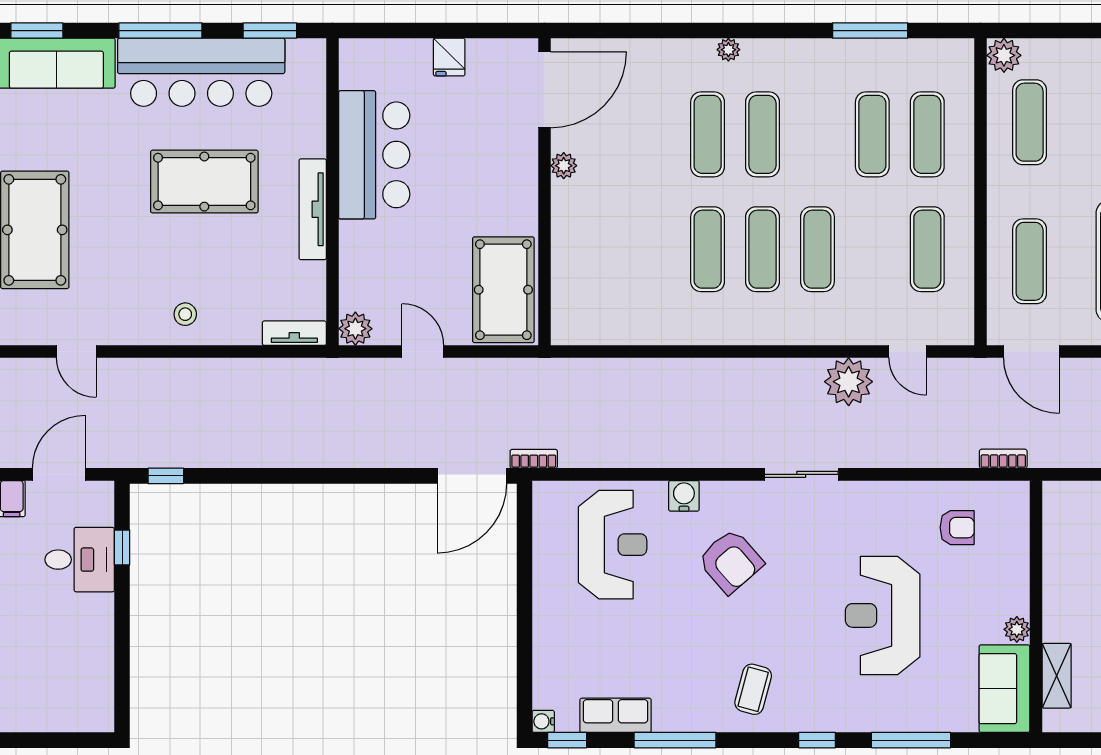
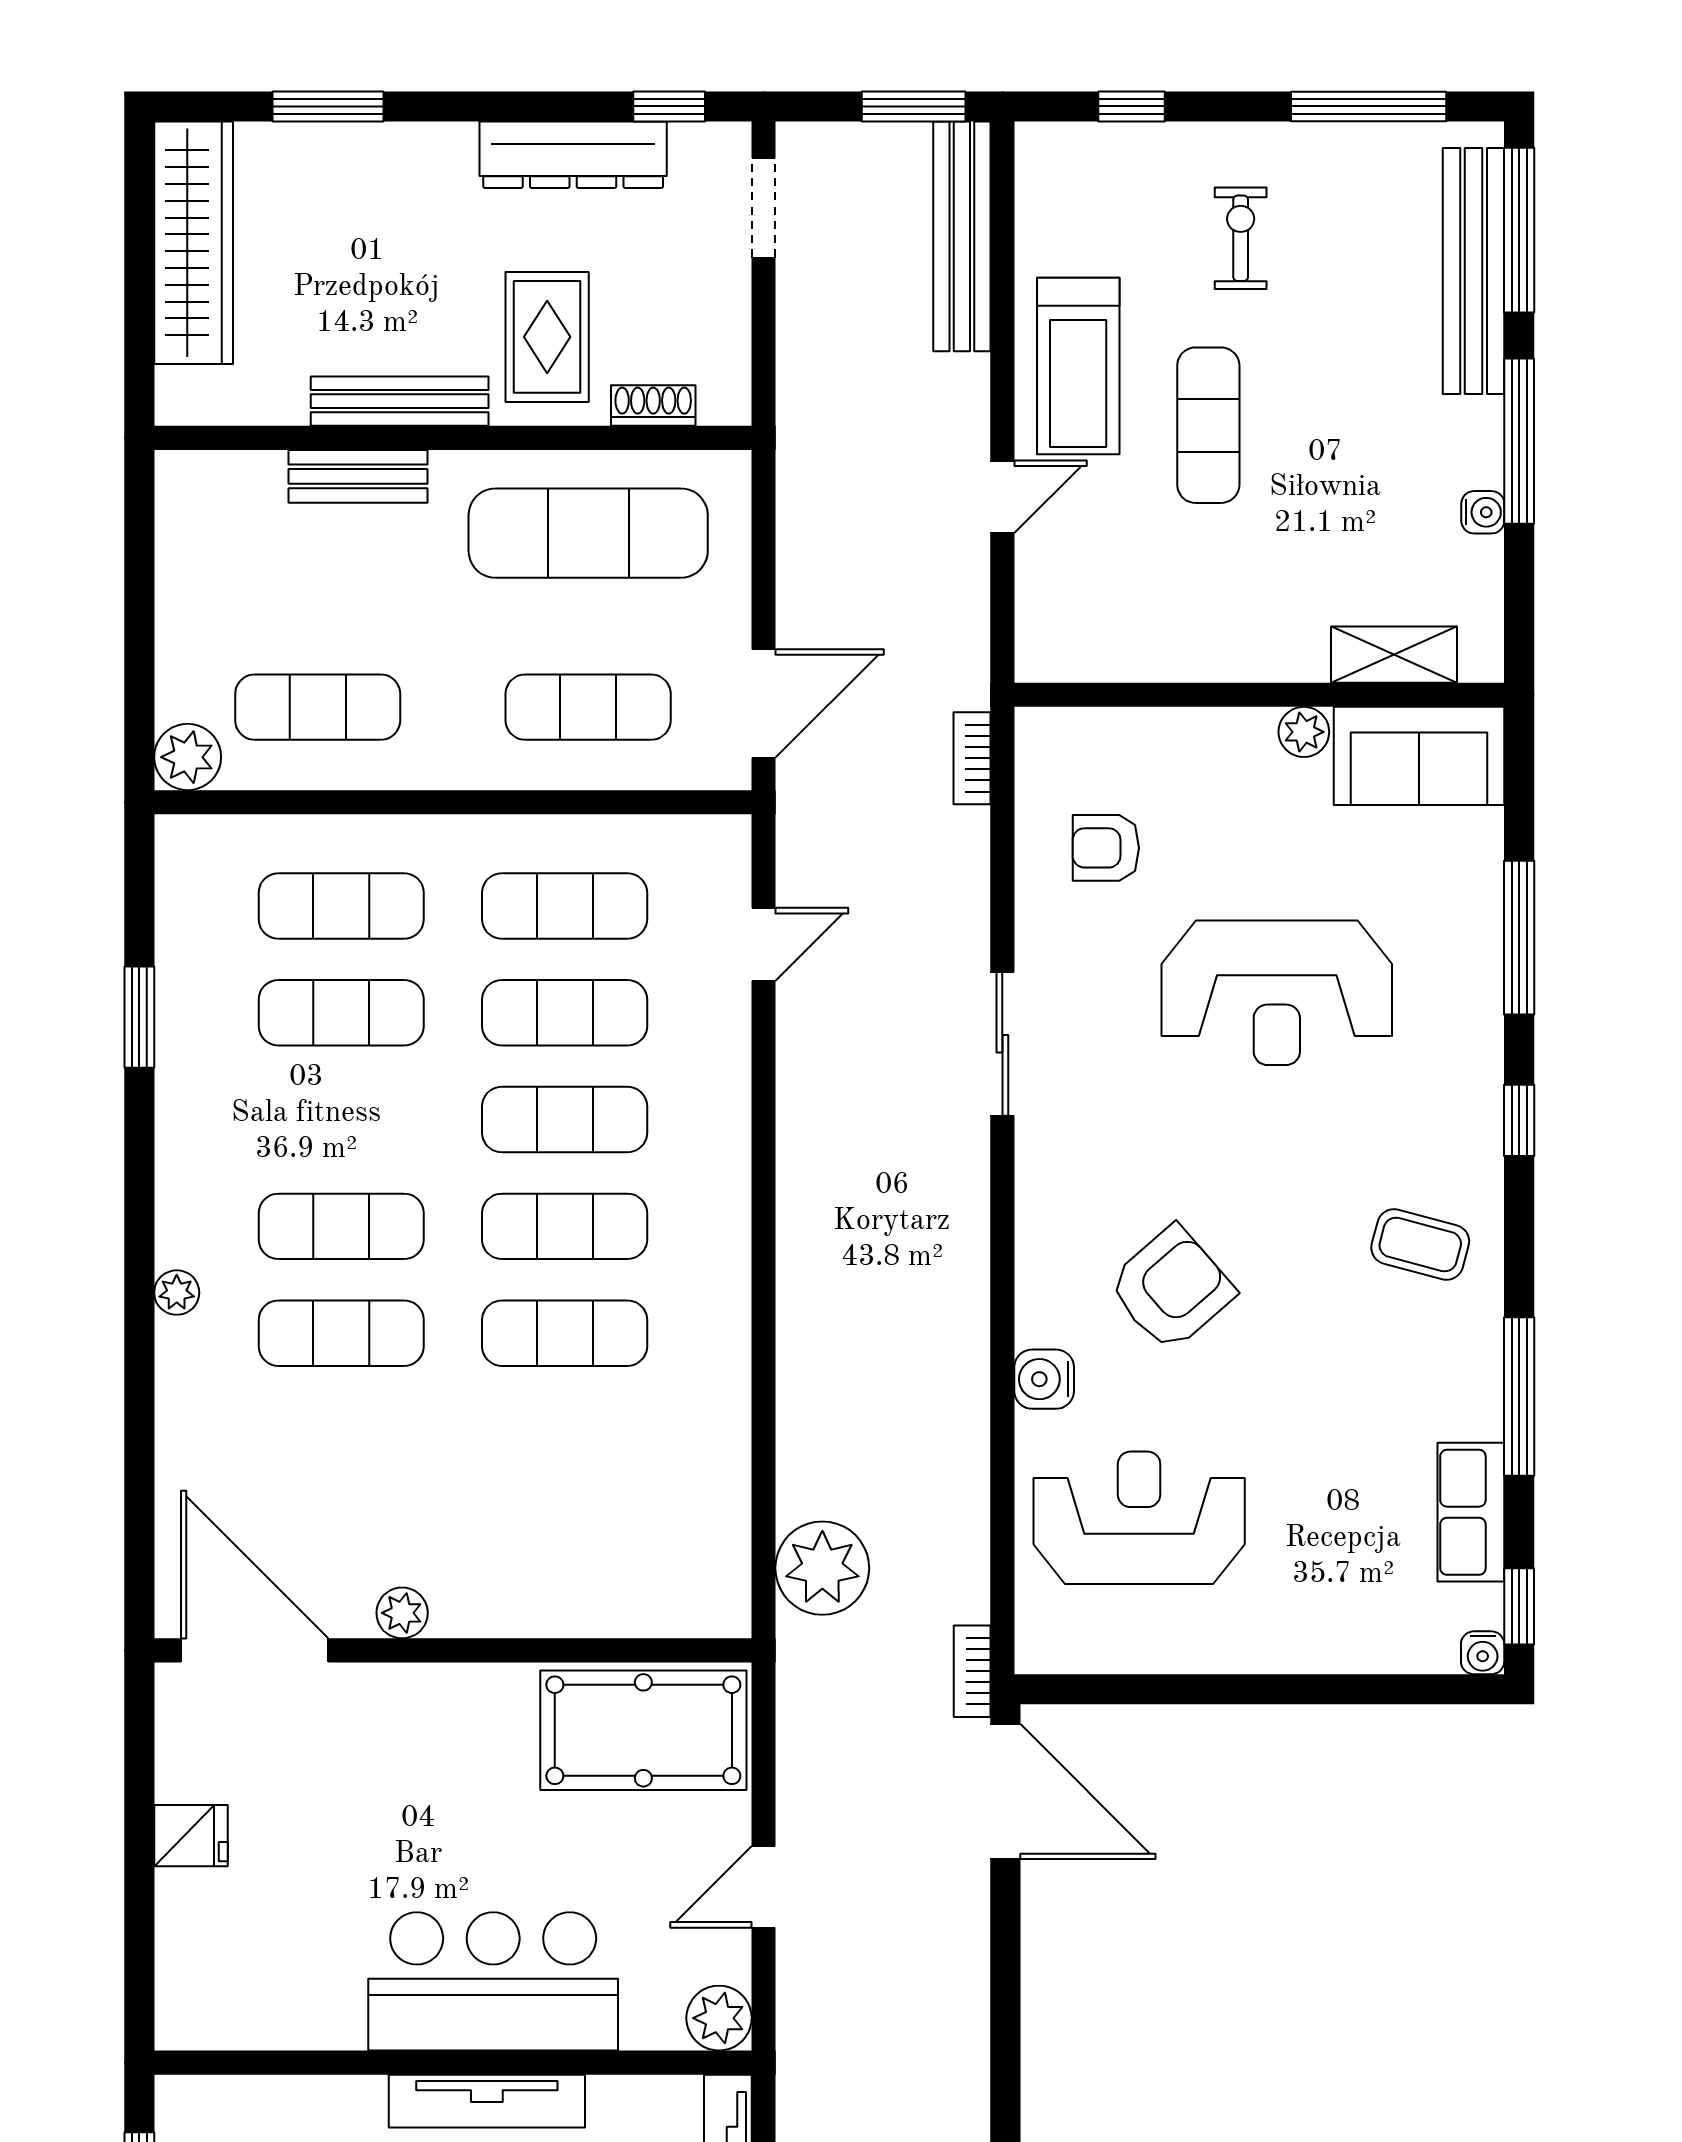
window: (870, 31) -> (139, 1017), width x0.69
bar counter: (374, 155) -> (493, 1981), moved
exercise mat: (872, 249) -> (565, 1013), added
plant: (849, 382) -> (822, 1568), moved
sliding door: (801, 474) -> (1002, 1044), moved
armchair: (957, 528) -> (1106, 848), turned -90

